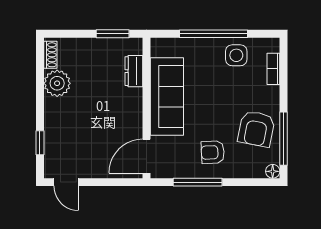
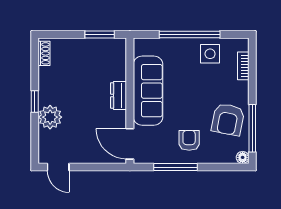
dresser: (134, 71) -> (119, 95), moved
plant: (57, 83) -> (50, 117), moved
window: (40, 143) -> (35, 102), moved
armchair: (213, 152) -> (189, 140), turned 93
door: (146, 156) -> (130, 144), hinge flipped

